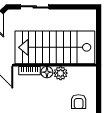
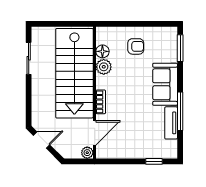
sliding door: (35, 7) -> (29, 58), moved
floor lamp: (47, 72) -> (102, 51), moved

